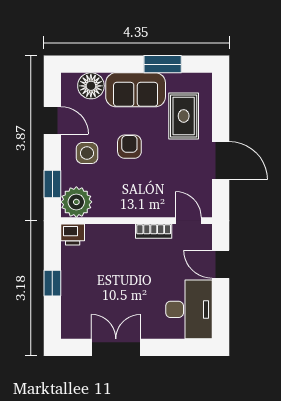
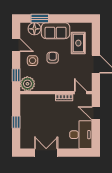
window: (163, 64) -> (40, 18), moved
printer: (73, 235) -> (26, 99), removed

